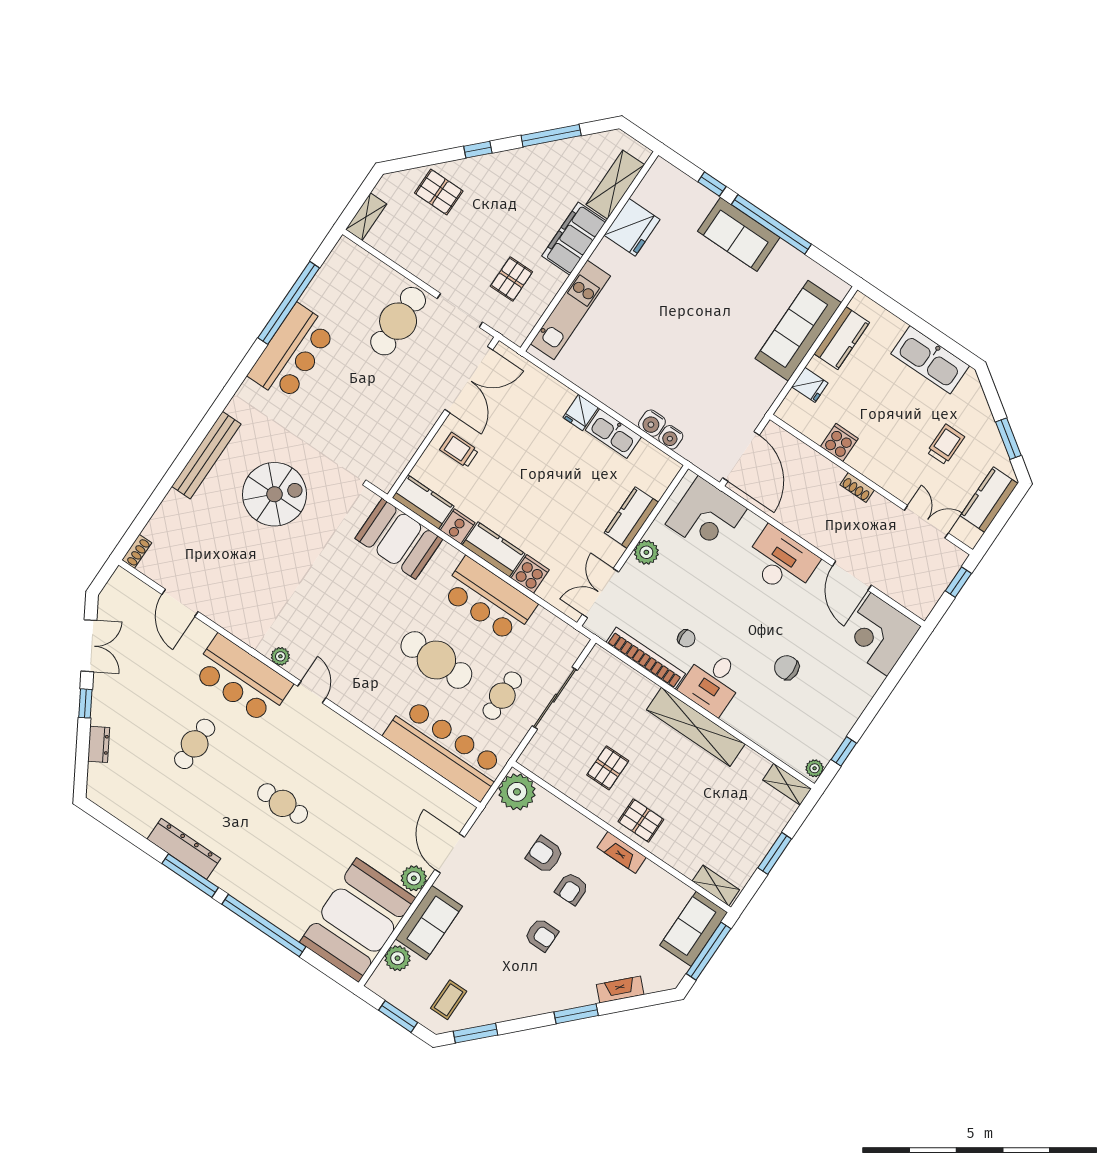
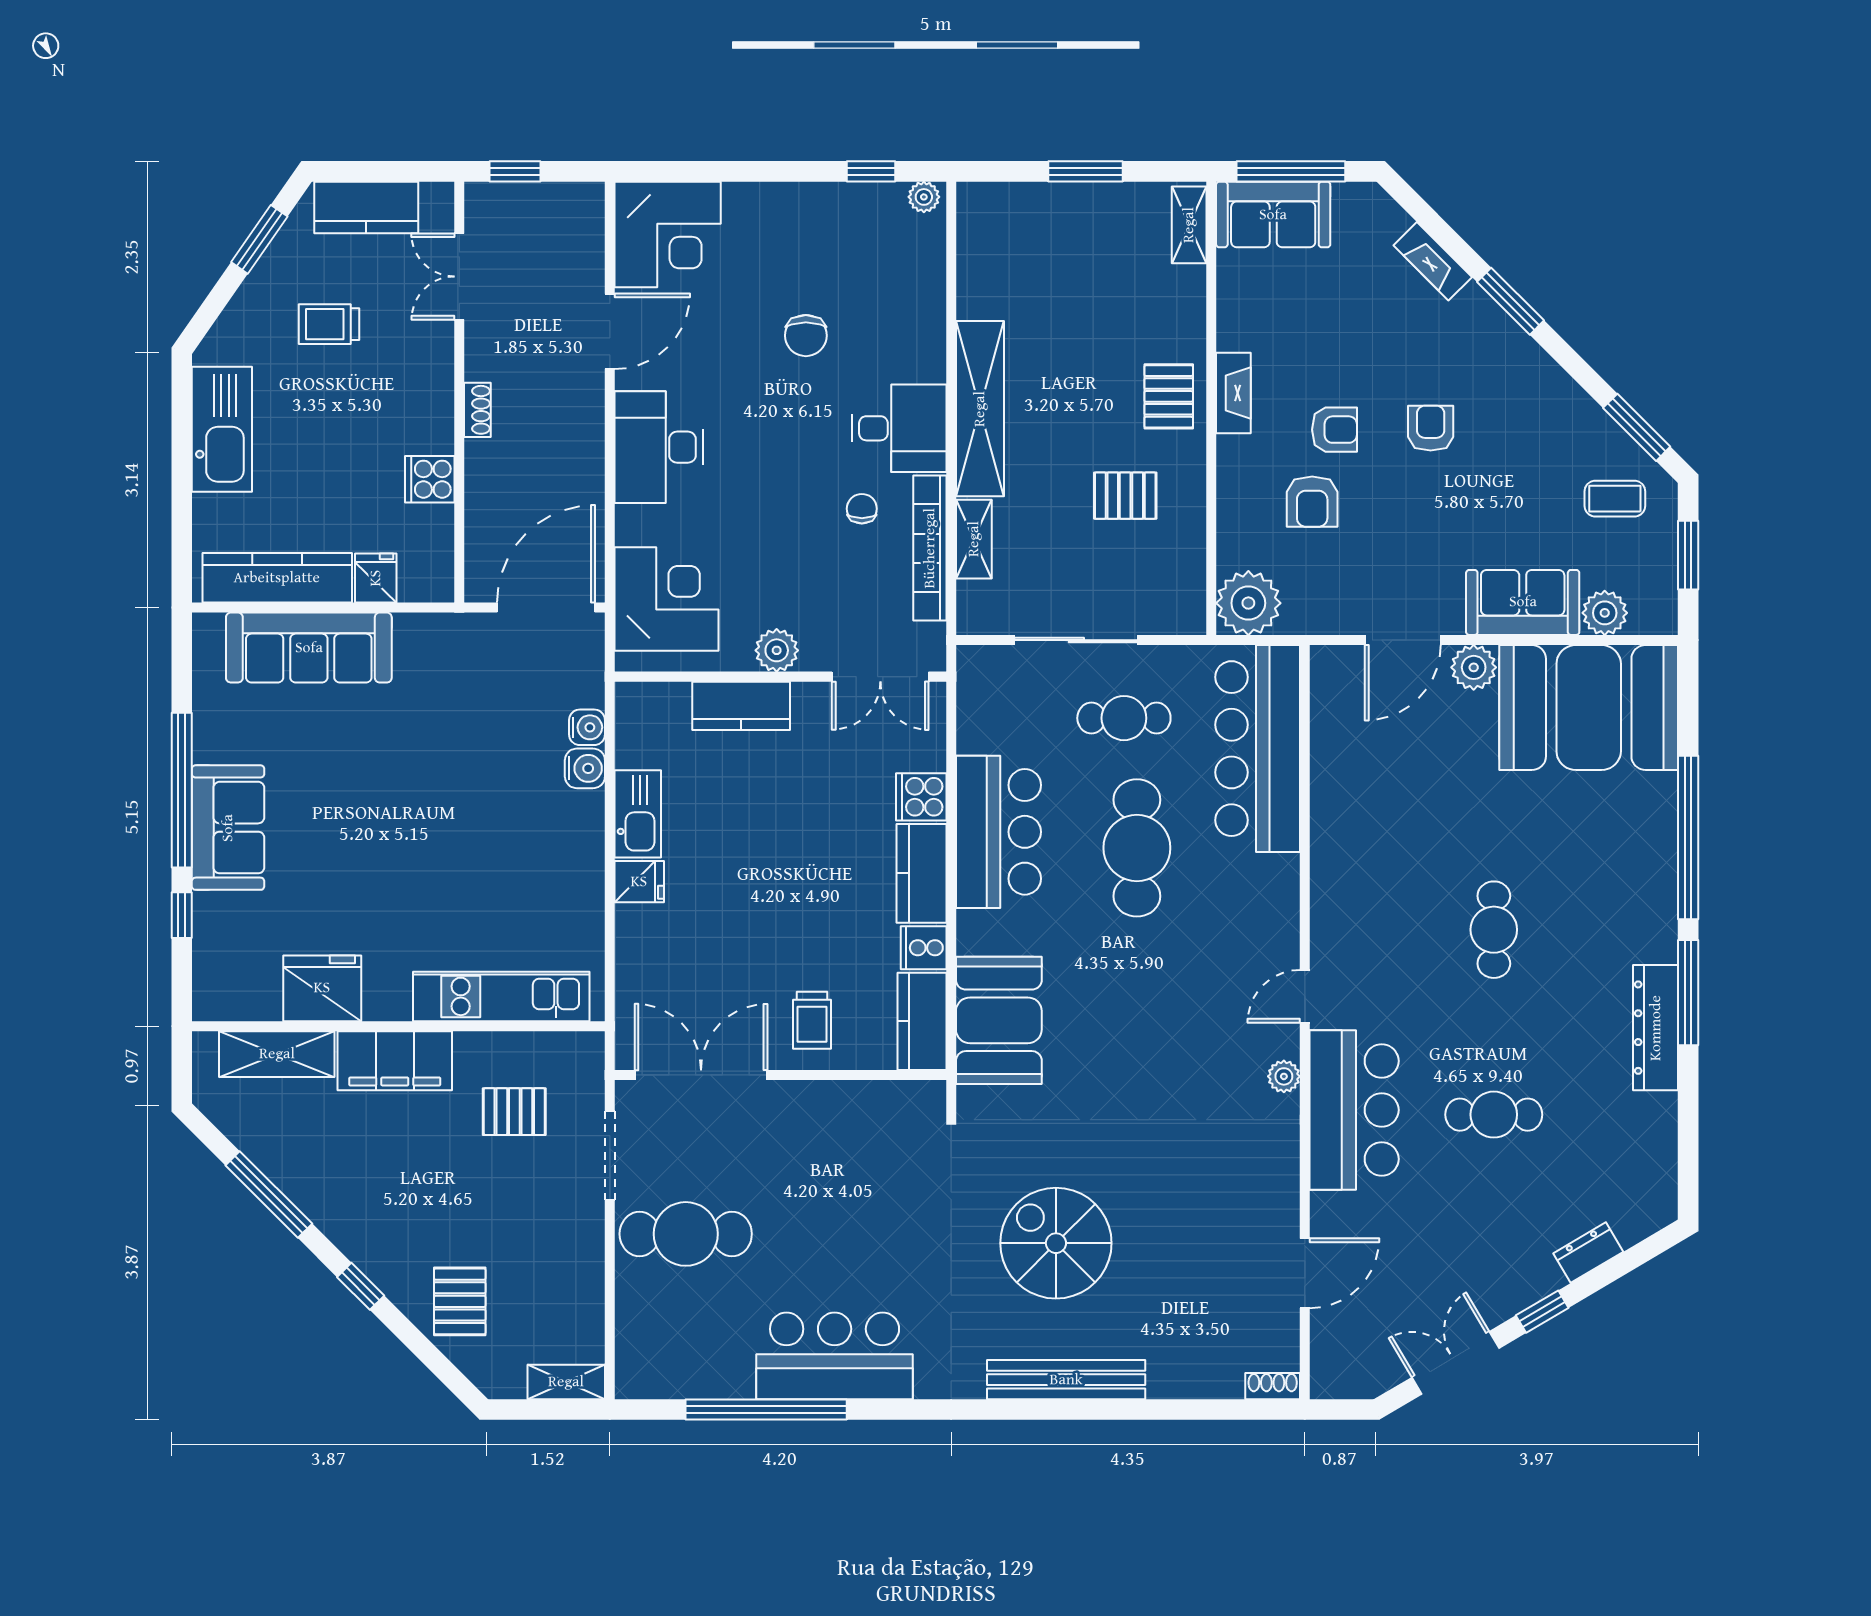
kitchen counter: (842, 338) -> (277, 578), width x1.50
shelving: (787, 784) -> (974, 539), moved

